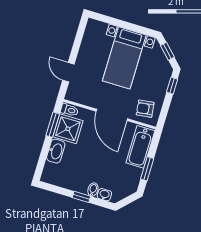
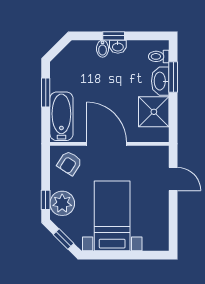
plant: (160, 79) -> (62, 203), added
armchair: (145, 109) -> (69, 163), turned 130
toilet: (69, 110) -> (159, 56), moved
window: (53, 125) -> (173, 77), moved
washbasin: (104, 195) -> (118, 47), moved

